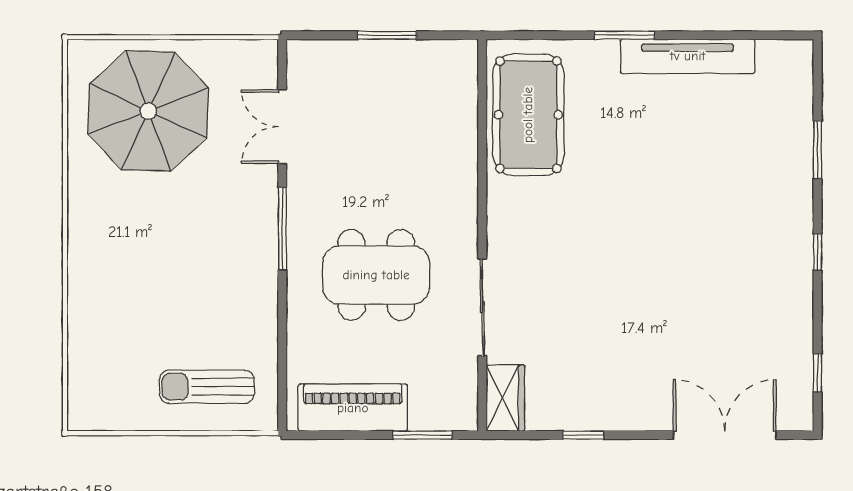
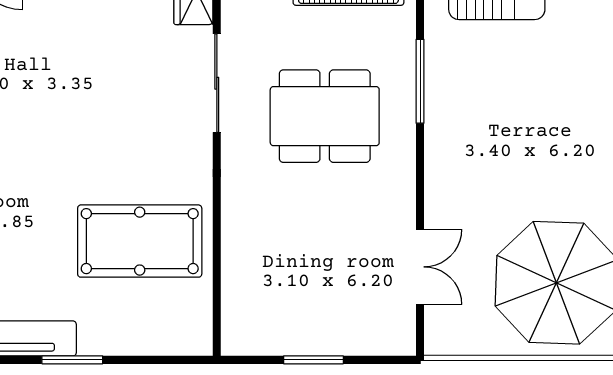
pool table: (528, 115) -> (140, 241), moved, turned 90
window: (282, 229) -> (420, 81), moved

